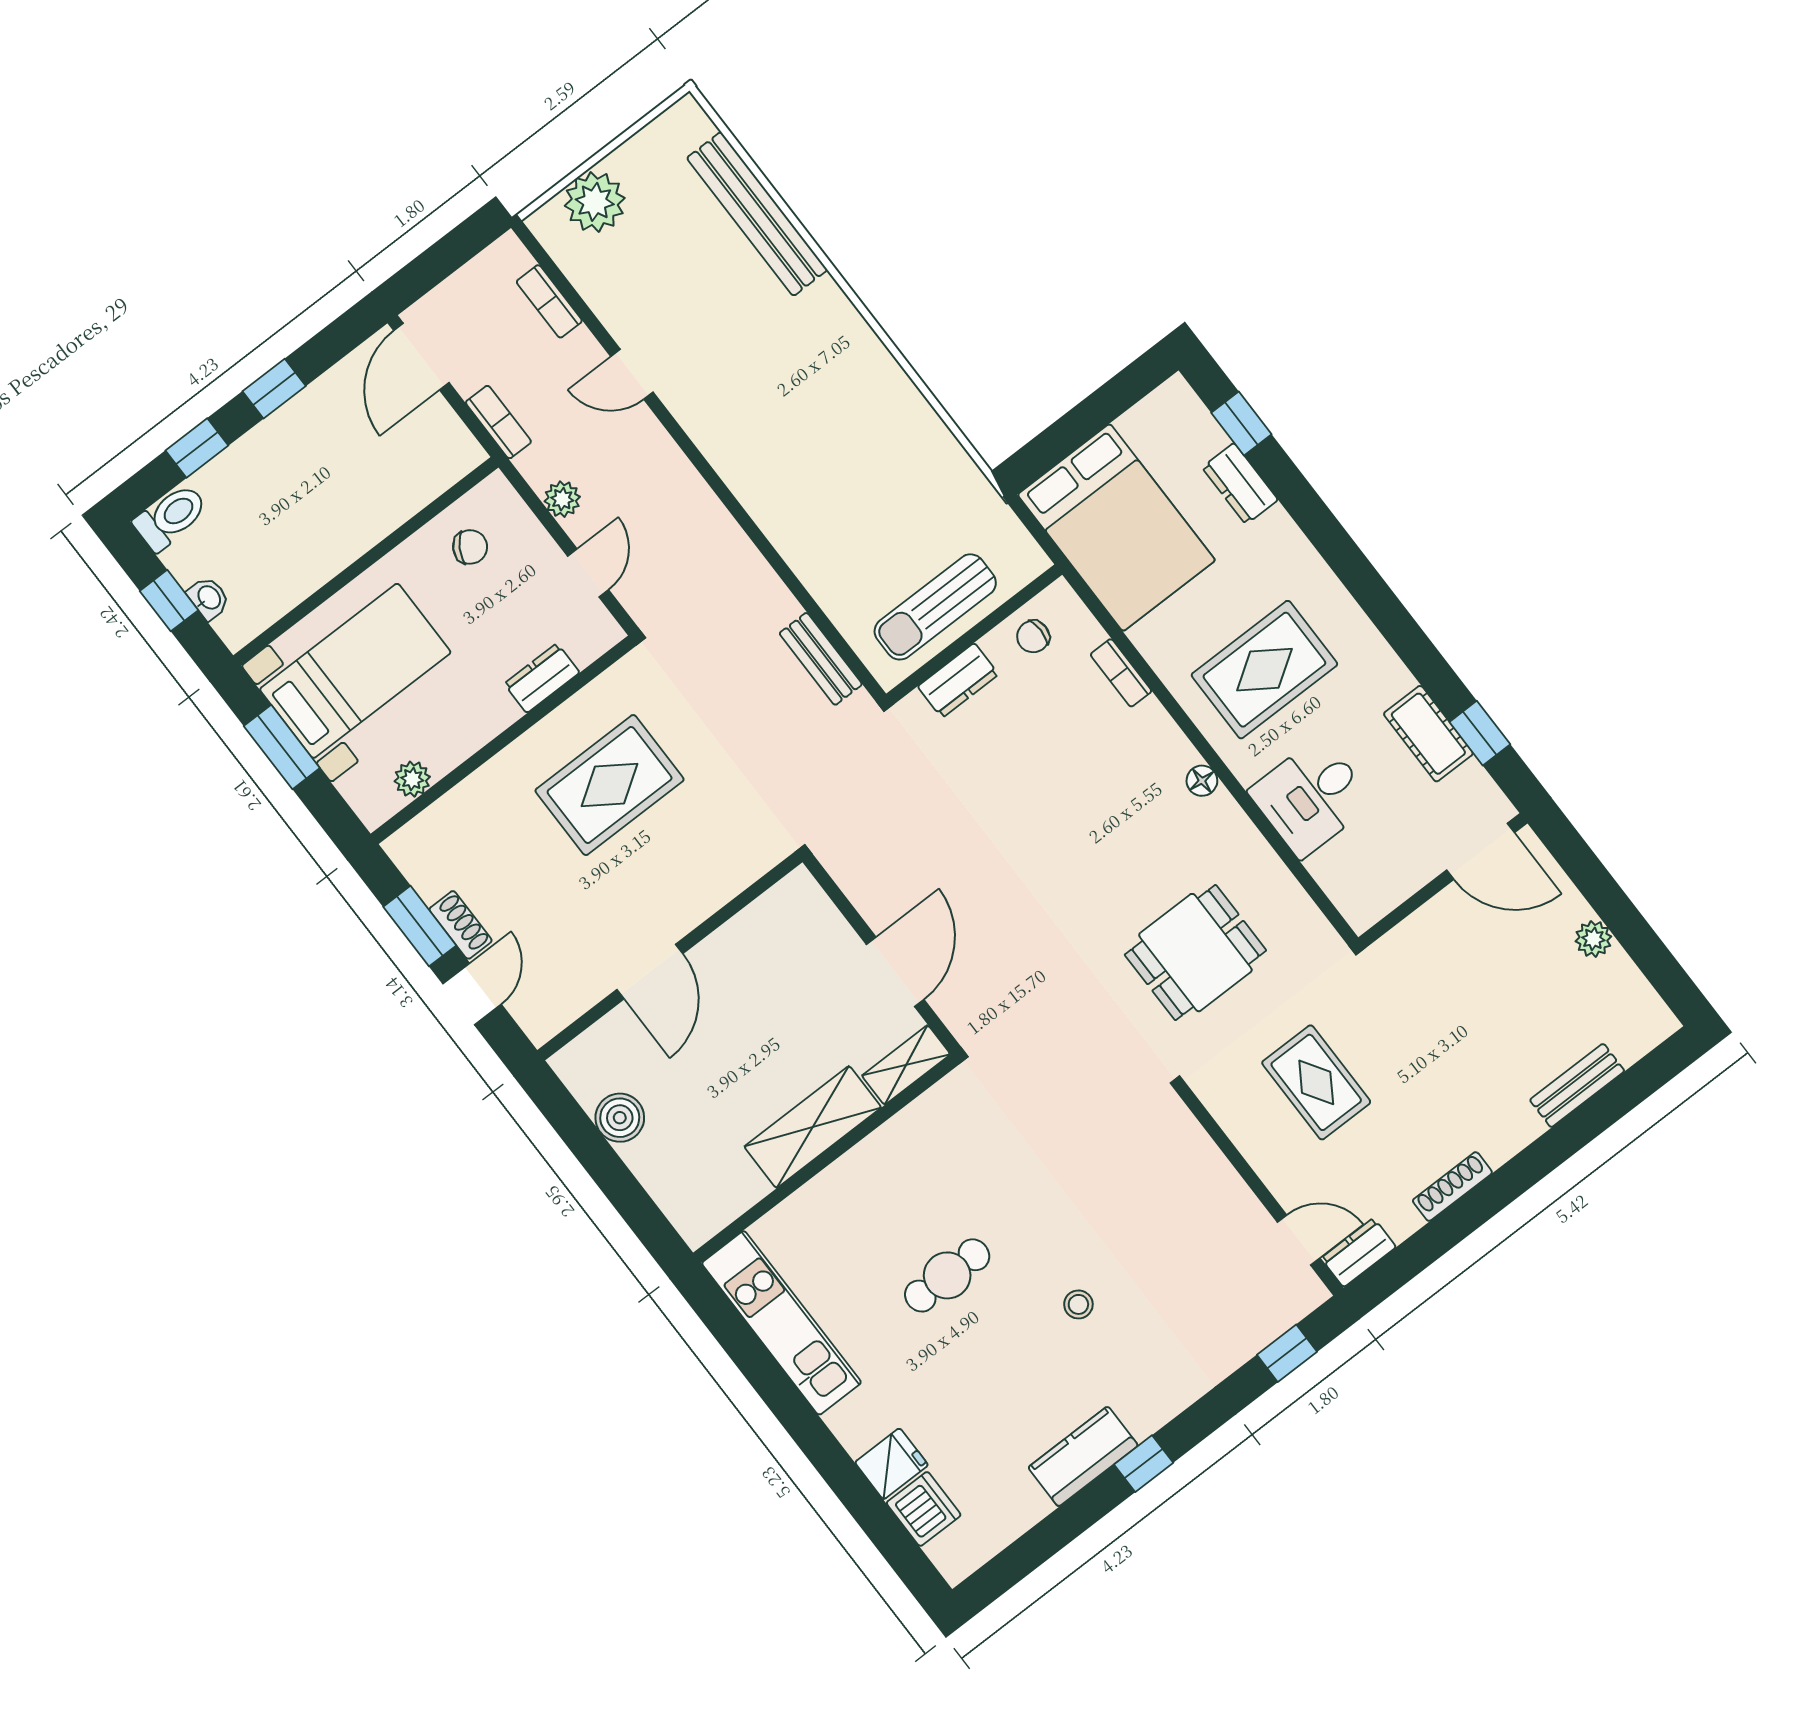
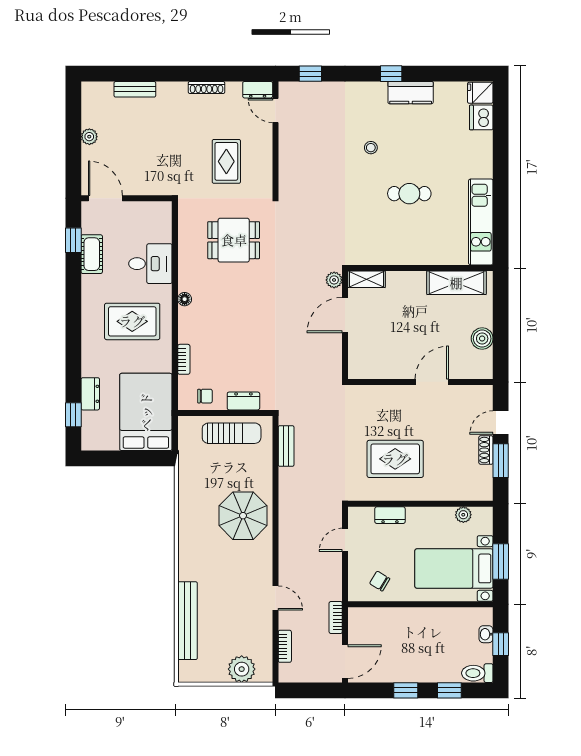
parasol: (802, 476) -> (243, 516), added
plant: (562, 499) -> (334, 280), moved
shelving: (813, 1127) -> (456, 283), moved
fridge: (892, 1464) -> (480, 93), moved

